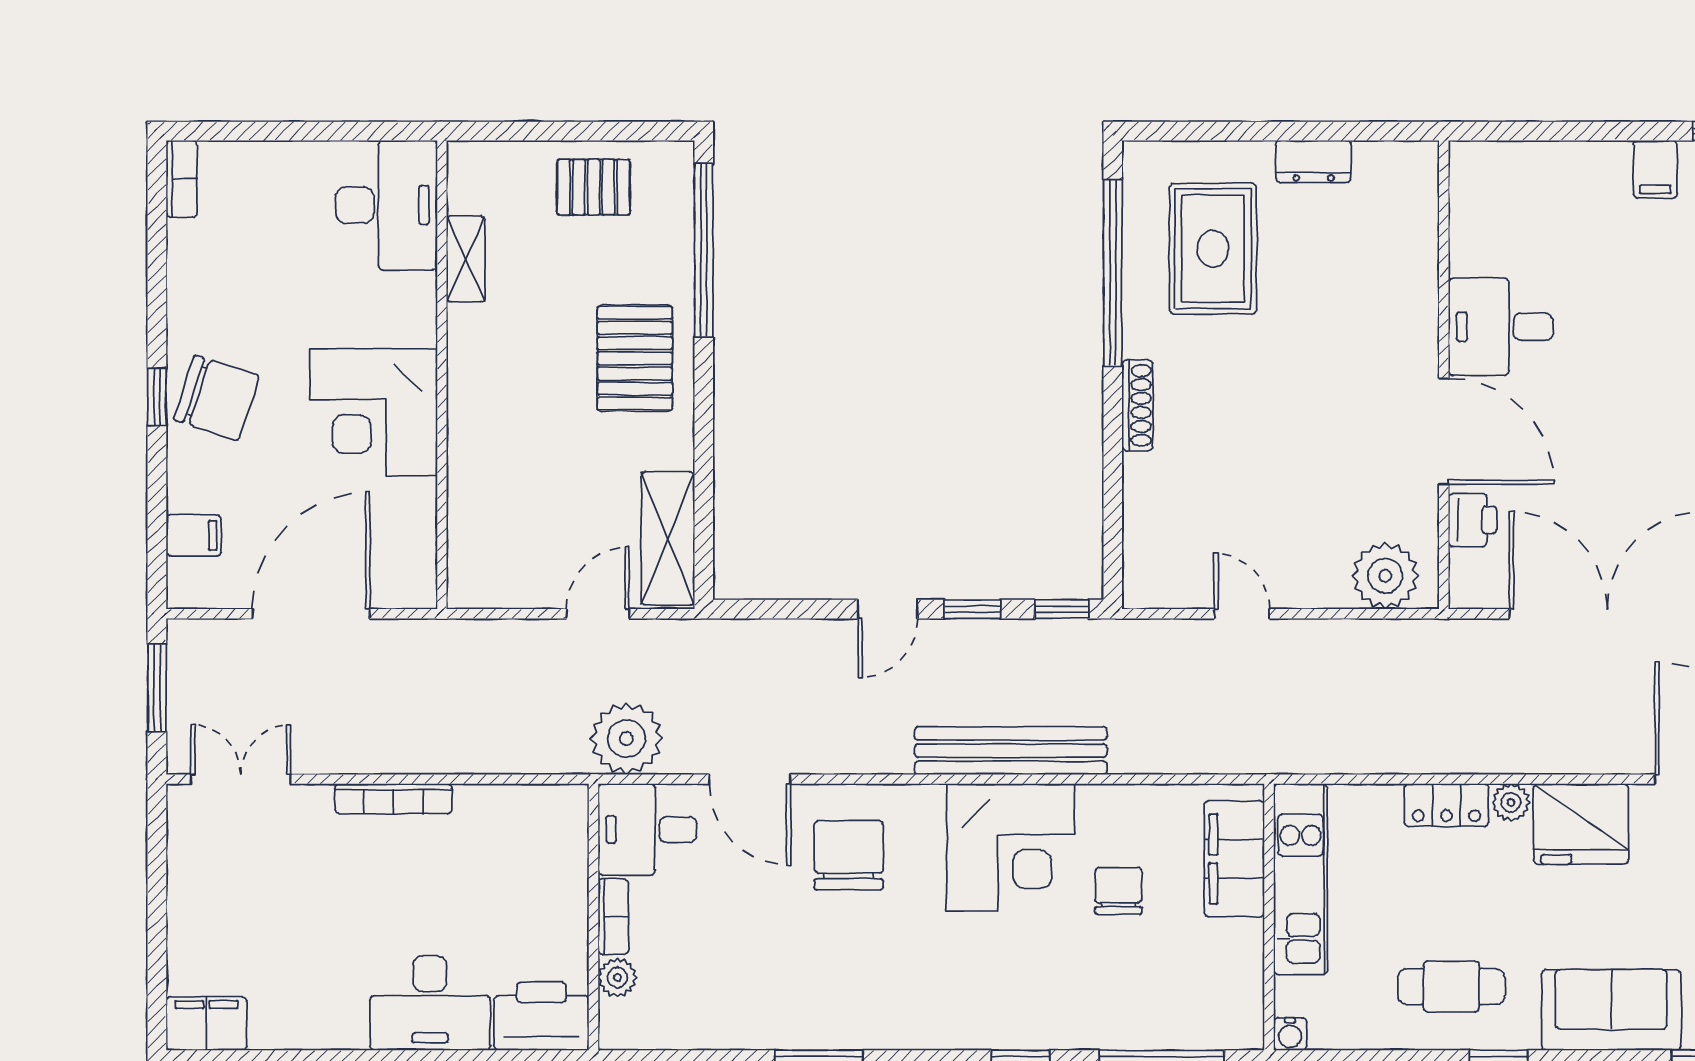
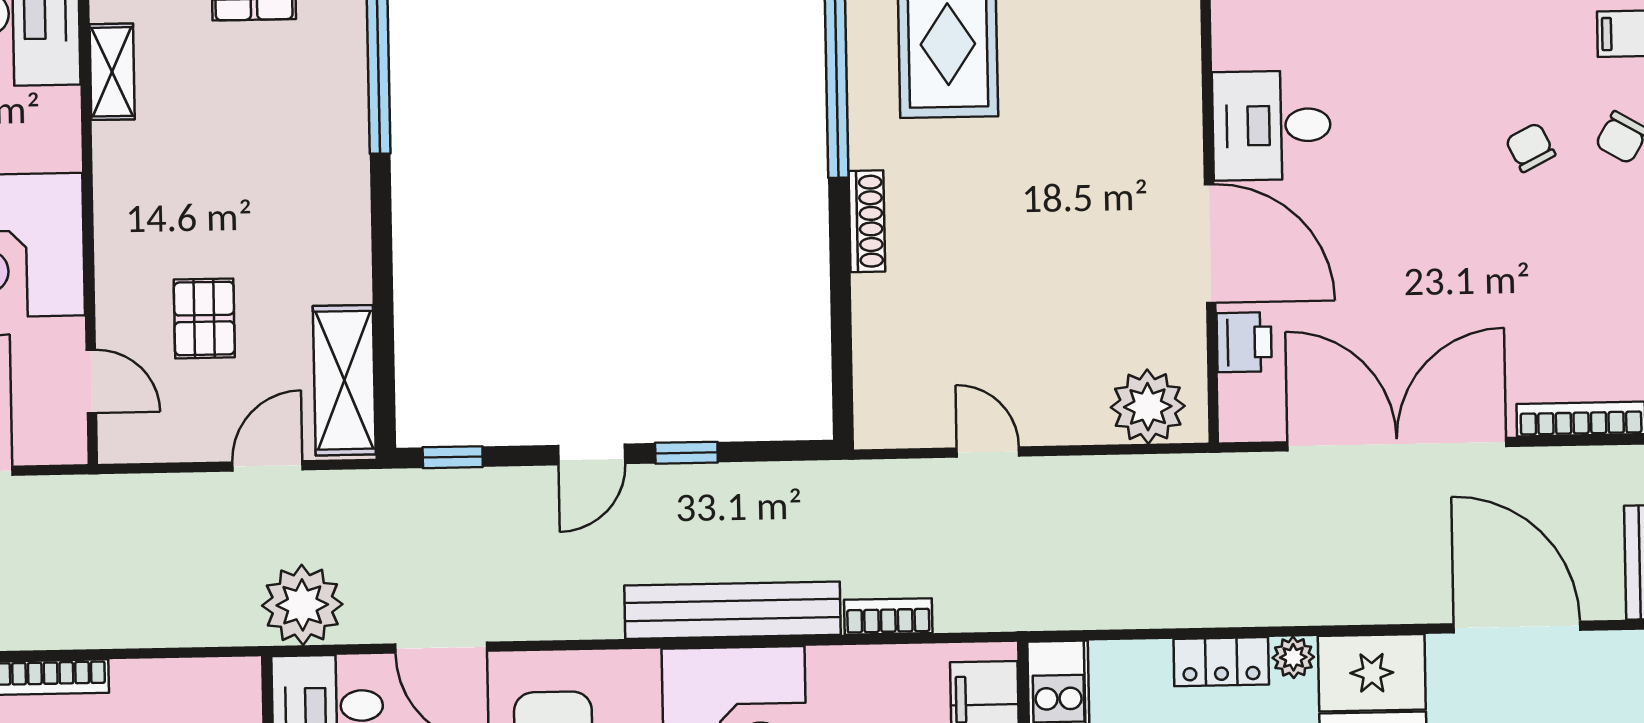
pallet: (635, 358) -> (204, 318), moved, width x0.67, depth x0.71
door: (442, 535) -> (91, 381), added
window: (1062, 609) -> (453, 457), moved
bookcase: (1150, 759) -> (888, 616), added

